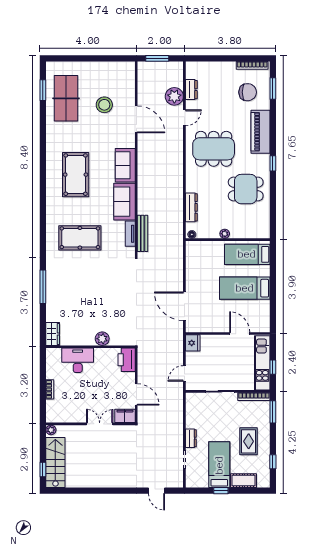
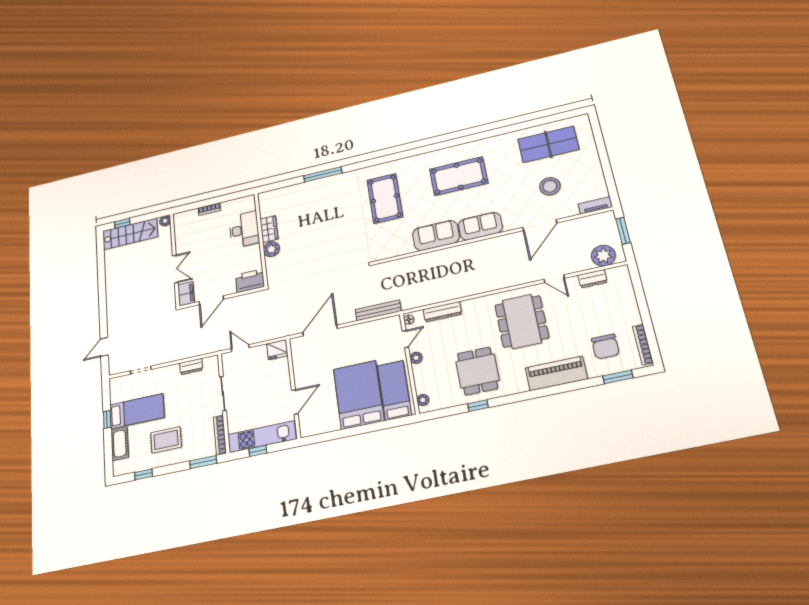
window: (43, 90) -> (553, 118), removed
plant: (174, 96) -> (603, 256), moved
window: (273, 163) -> (478, 406), moved
bench: (143, 233) -> (378, 310), moved
tv unit: (130, 234) -> (595, 205), moved
plant: (260, 234) -> (423, 400), added
door: (207, 240) -> (405, 339), added
bed: (245, 288) -> (359, 395), width x1.50
wardrobe: (53, 334) -> (269, 229), moved, turned -90
dresser: (191, 438) -> (191, 366), moved

